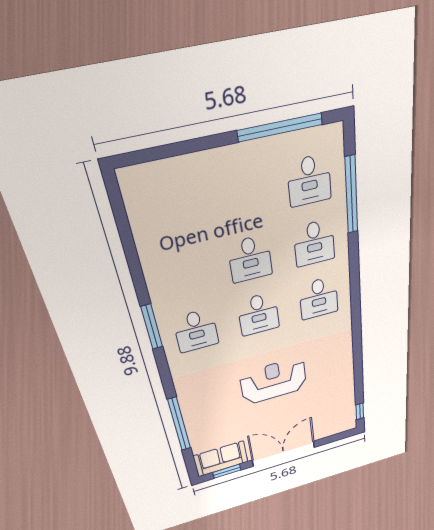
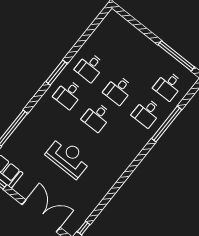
window: (351, 195) -> (167, 124), moved
desk: (319, 298) -> (90, 67), moved
double door: (284, 454) -> (41, 216), moved

